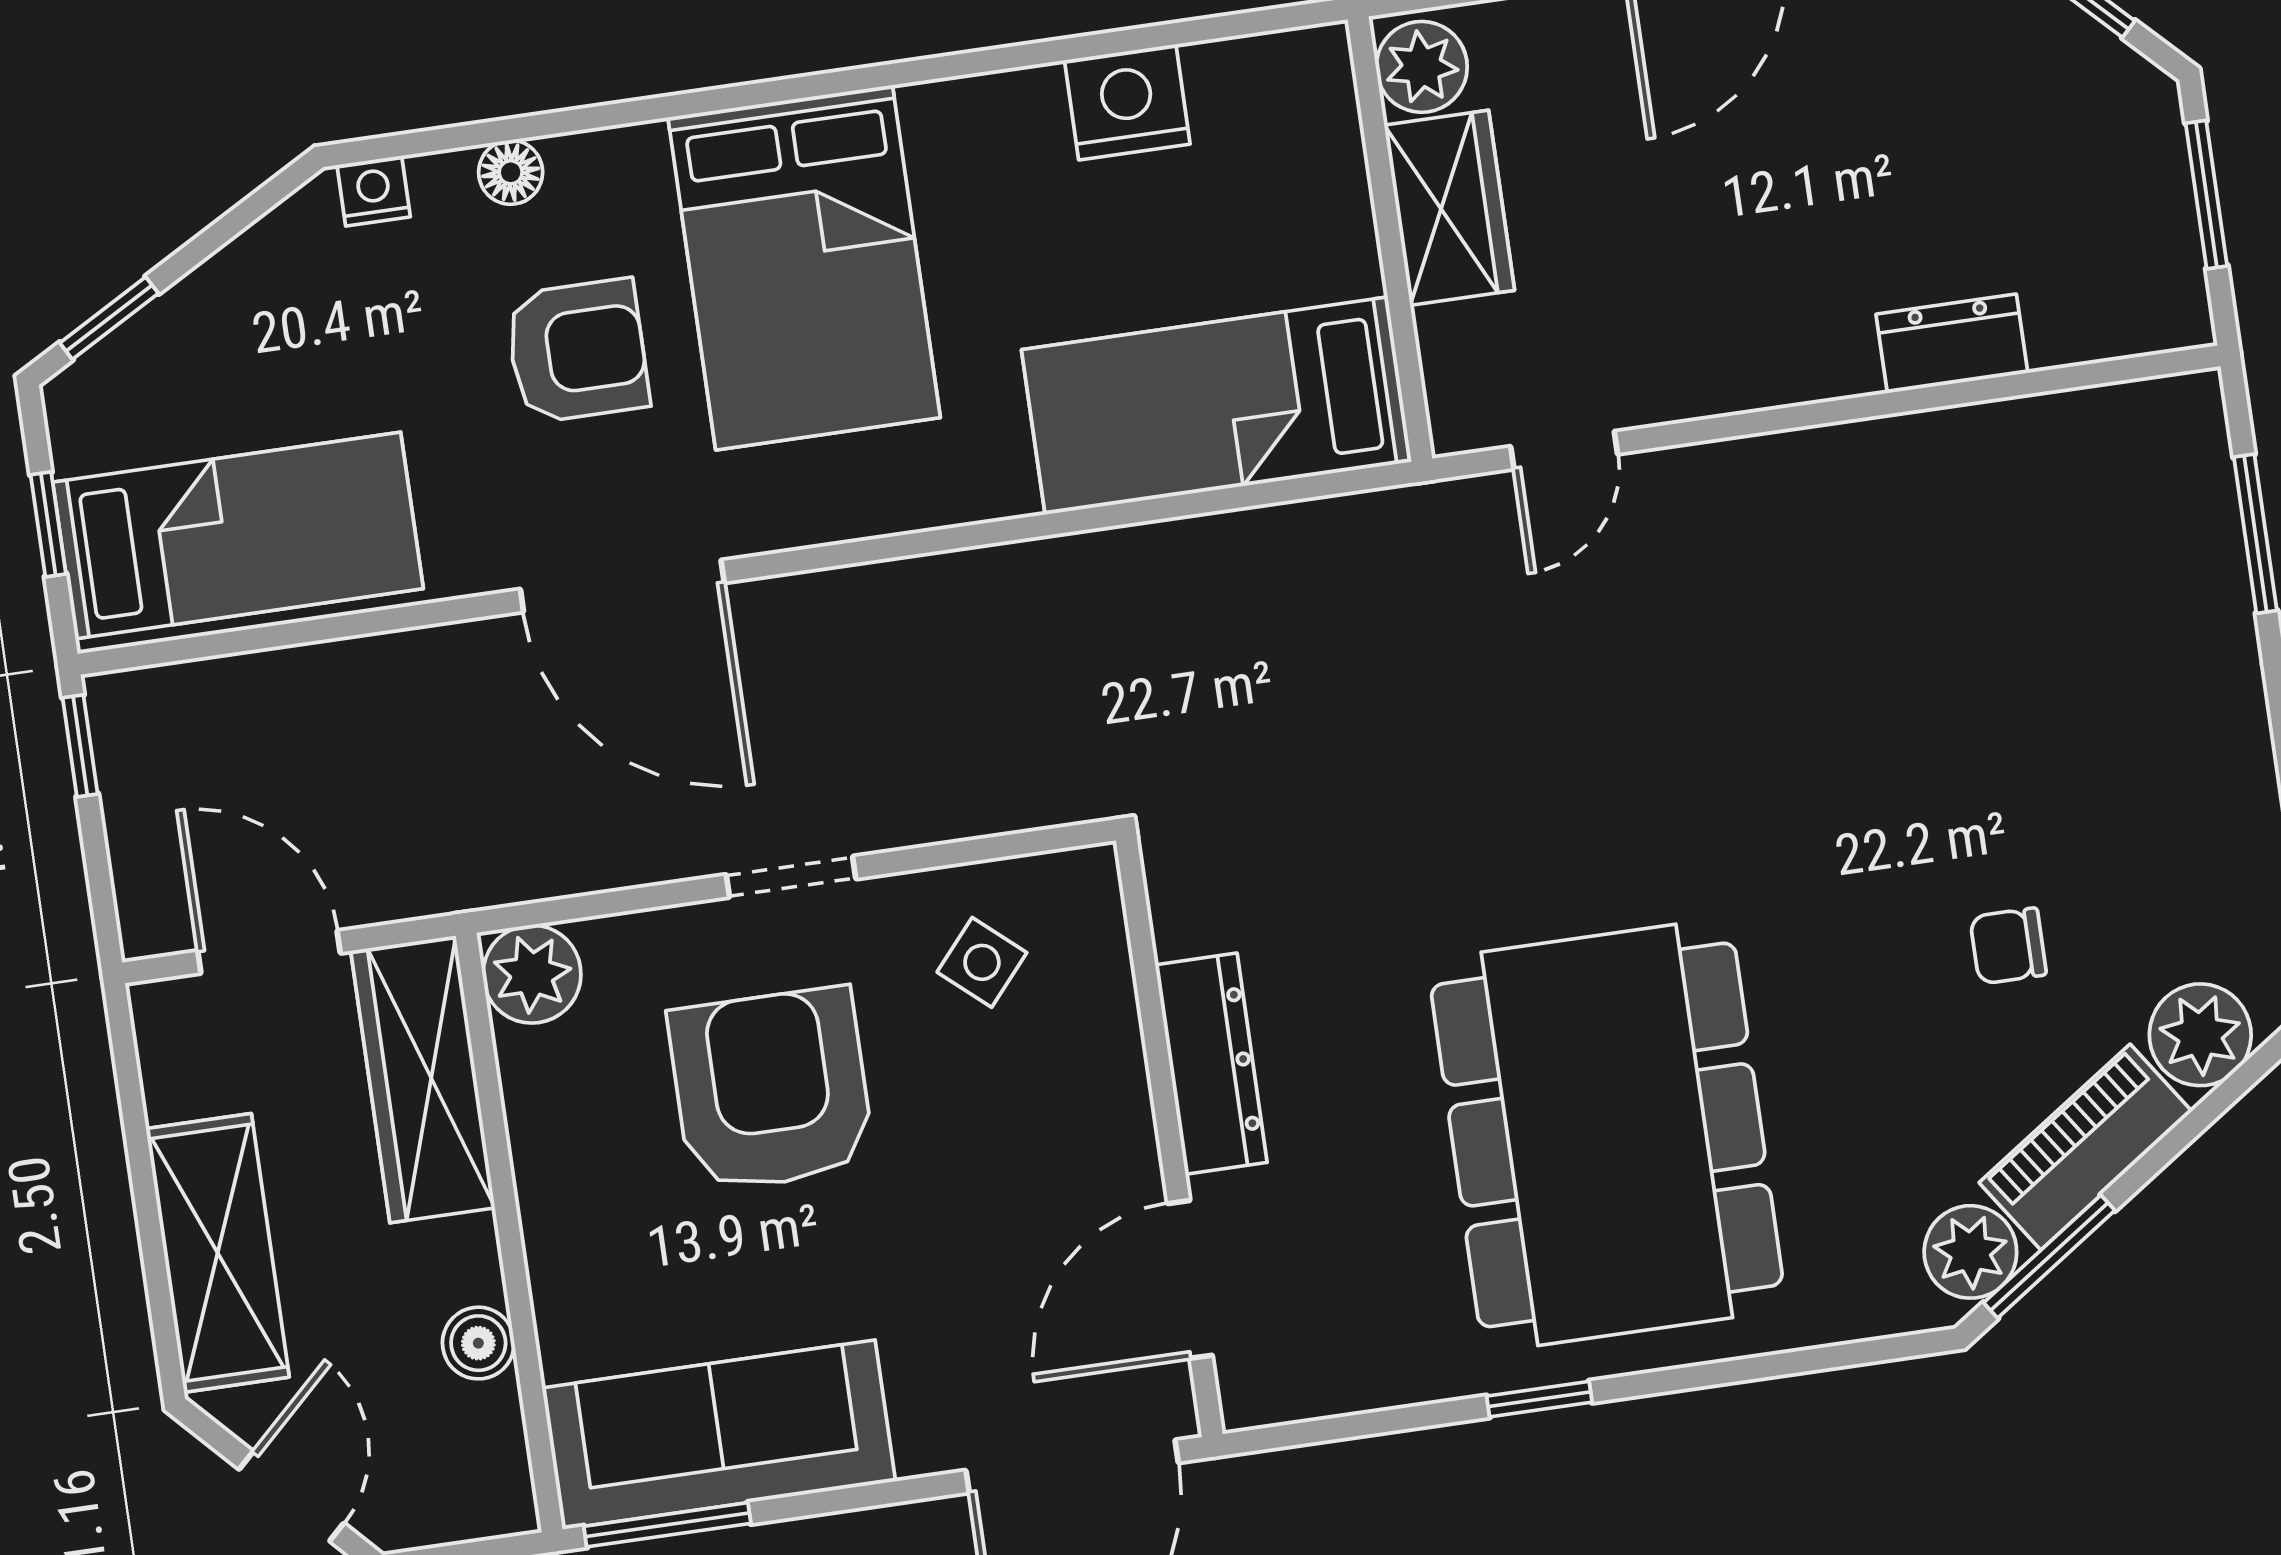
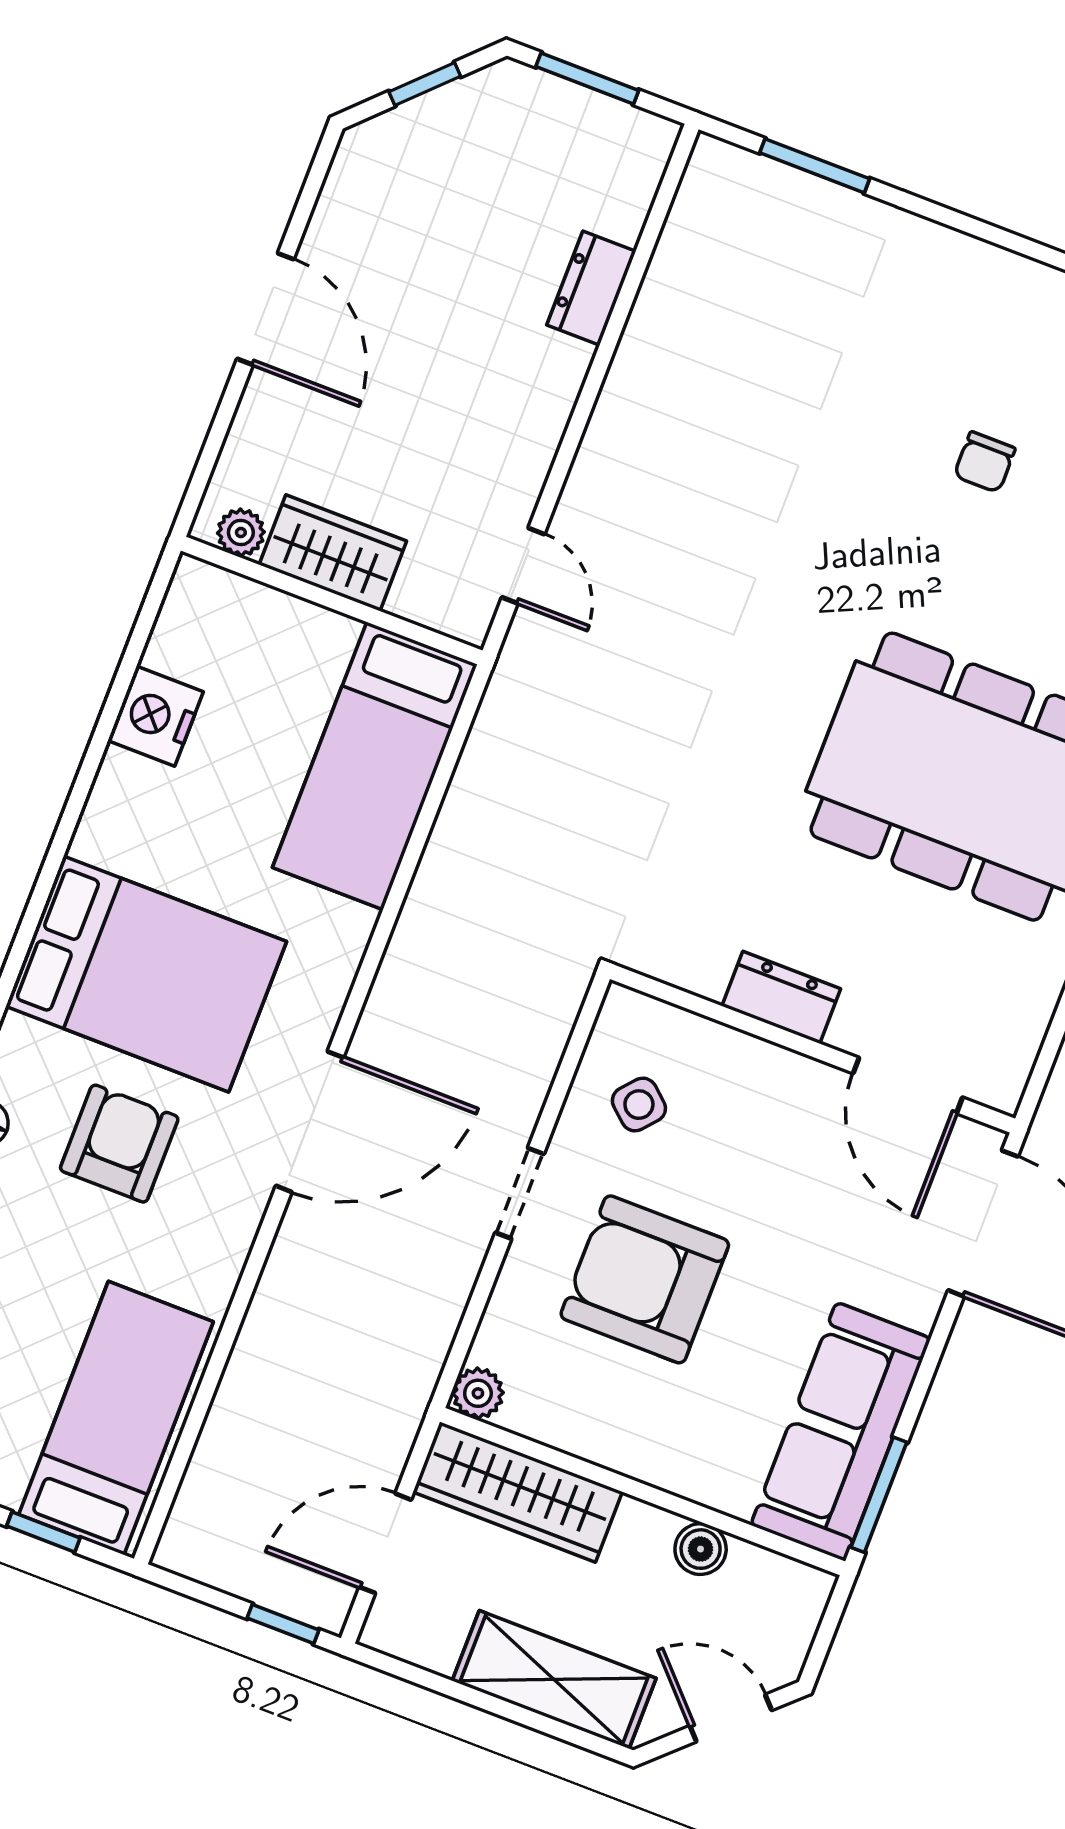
plant: (1422, 67) -> (241, 532), width x0.73, depth x0.73
door: (622, 586) -> (310, 1122), moved
window: (80, 746) -> (283, 1624), moved
plant: (532, 974) -> (478, 1393), width x0.73, depth x0.73
dresser: (1211, 1064) -> (781, 997), width x0.70

